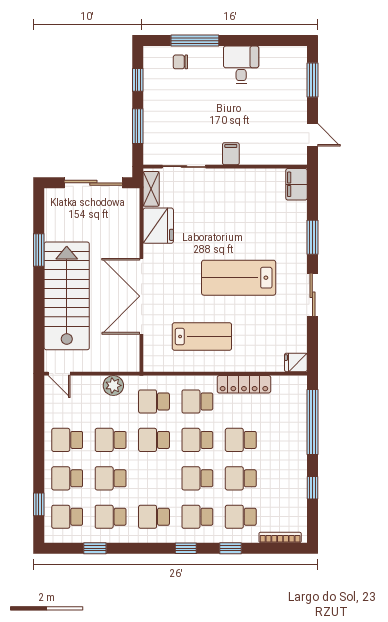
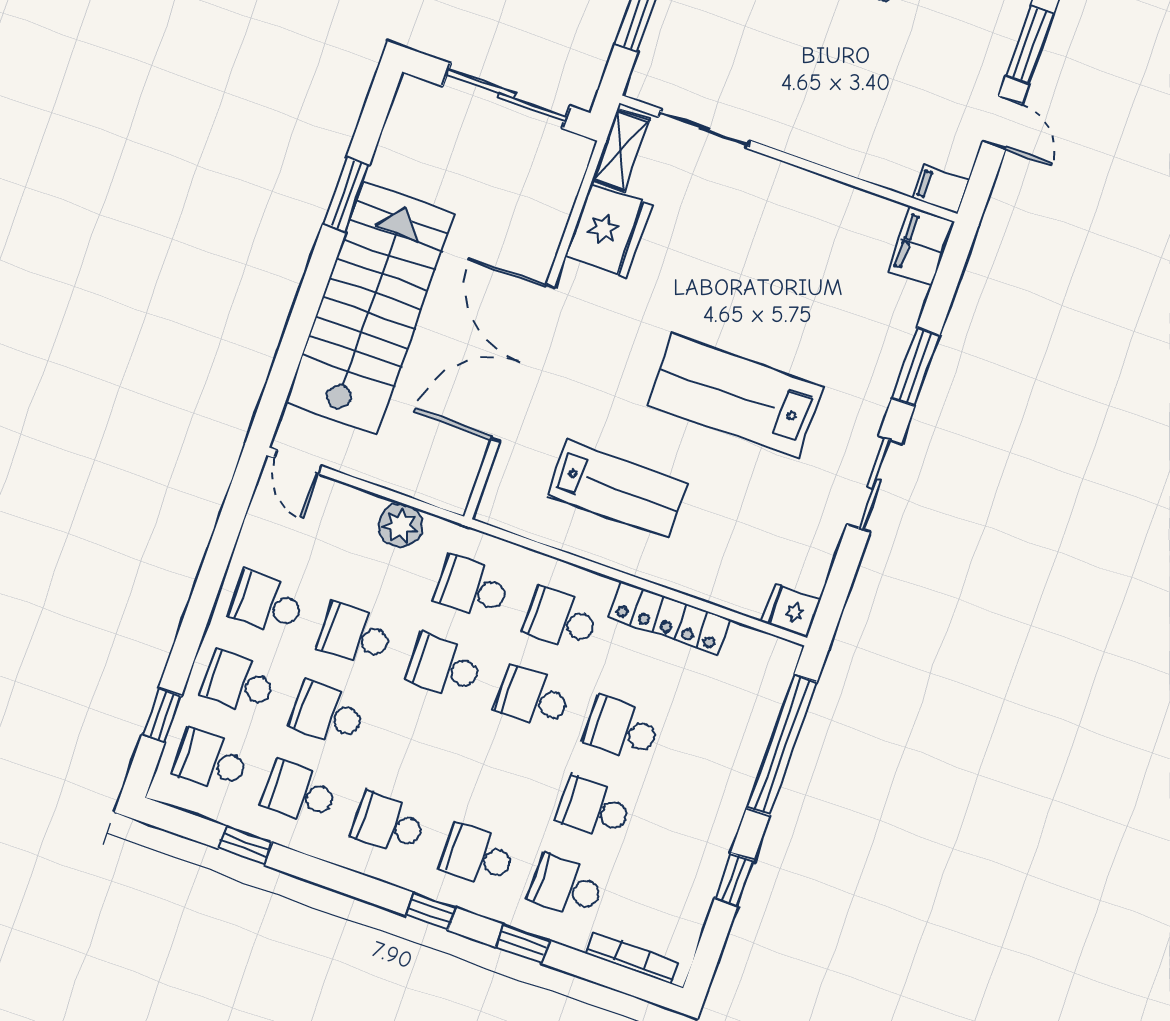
door: (312, 135) -> (1002, 123), moved
filing cabinet: (231, 154) -> (941, 189), moved, turned -90
school desk: (197, 478) -> (505, 777), removed

